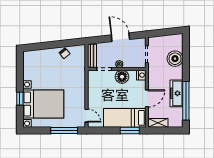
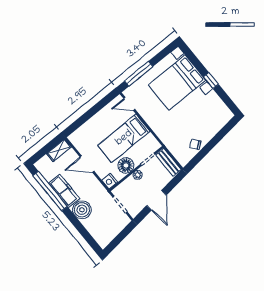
door: (120, 37) -> (157, 200), hinge flipped
boiler: (175, 59) -> (82, 210), moved
door: (147, 98) -> (87, 164), hinge flipped
window: (20, 99) -> (211, 81), moved
bed: (125, 118) -> (124, 138), moved, turned 180
window: (130, 130) -> (79, 122), removed

